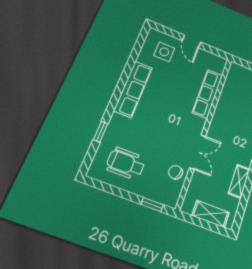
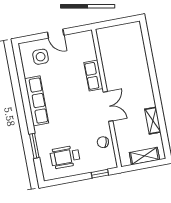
row of seats: (208, 94) -> (93, 76), width x0.68
window: (101, 132) -> (34, 146), width x1.50
double door: (198, 152) -> (108, 106), moved

